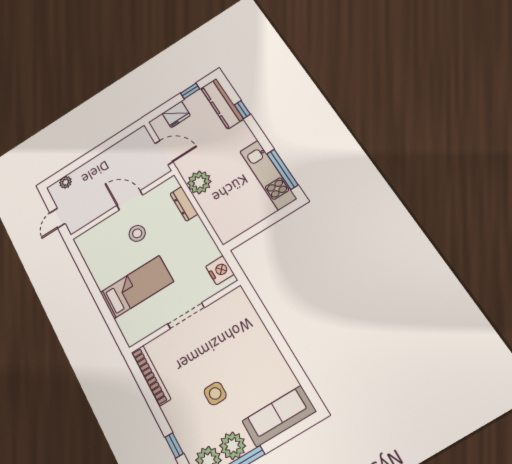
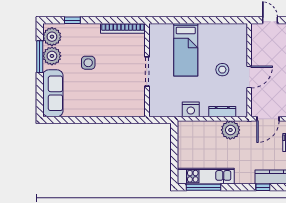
nightstand: (220, 270) -> (191, 109), moved

